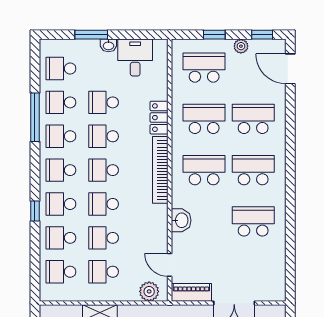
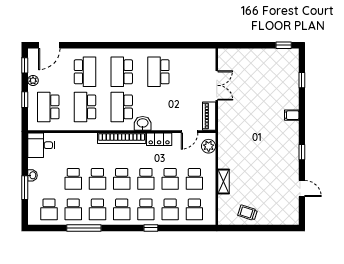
desk: (135, 58) -> (41, 145), moved
locker: (159, 118) -> (159, 139), moved
school desk: (253, 119) -> (85, 72), turned 180
washbasin: (181, 220) -> (143, 123), moved

